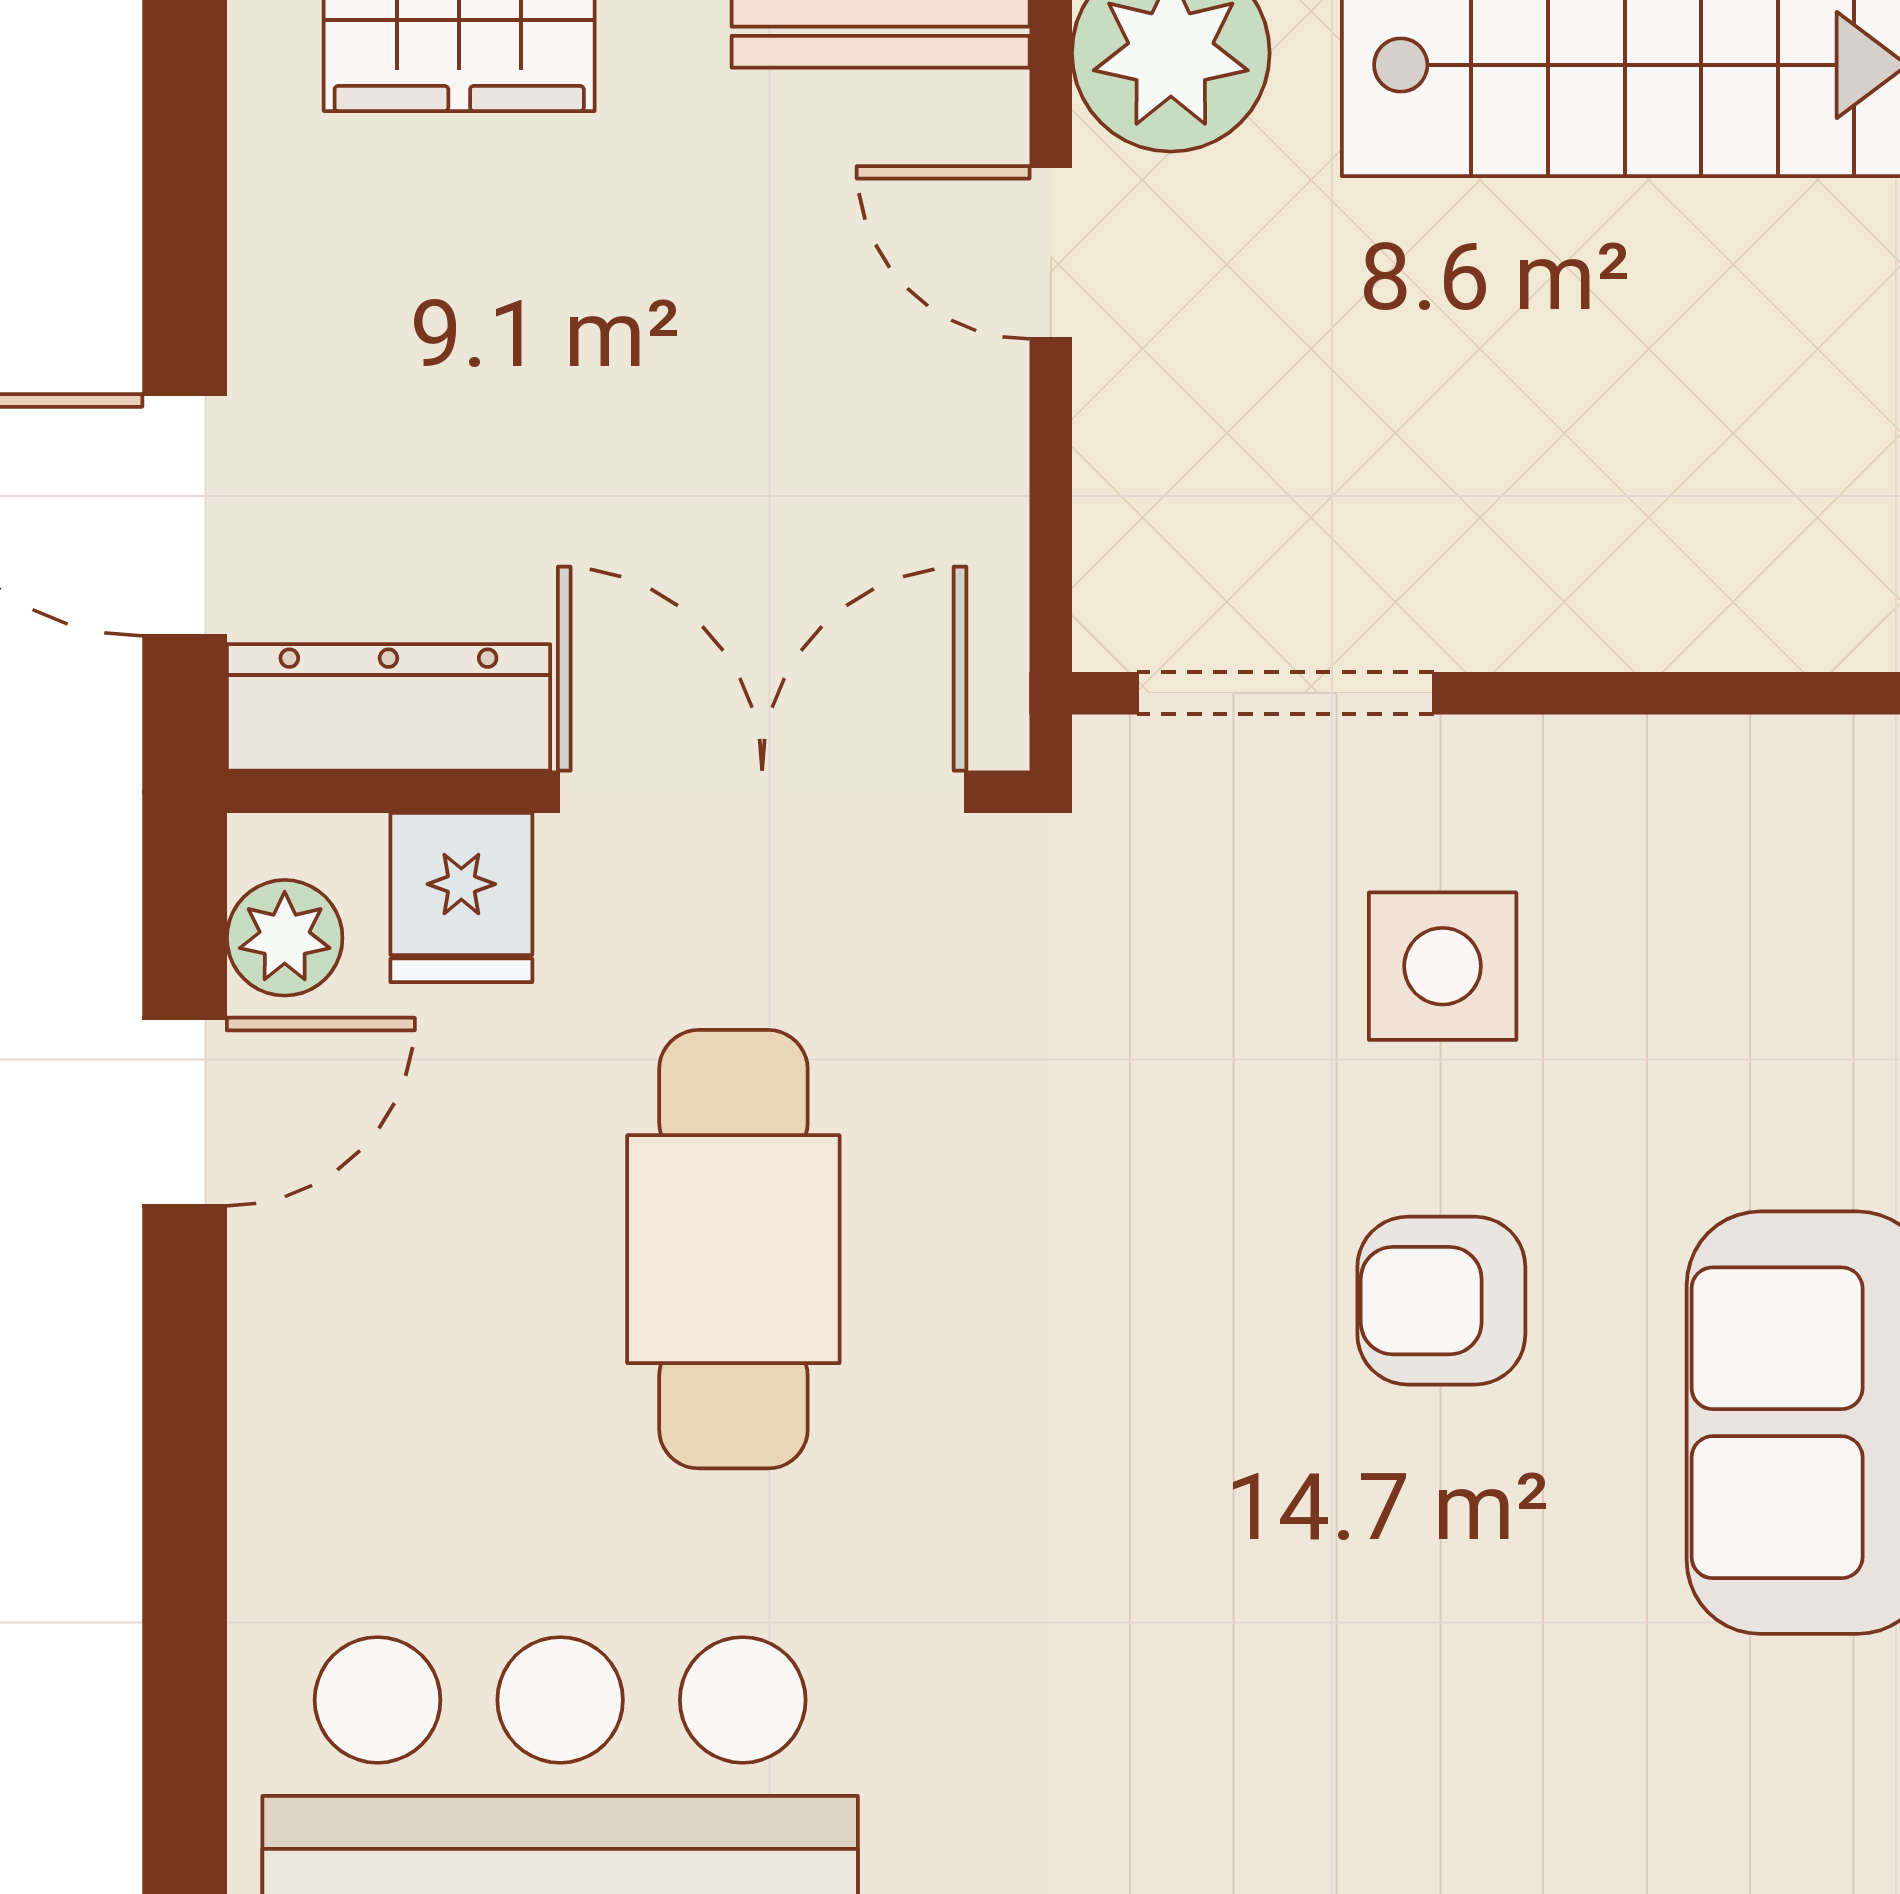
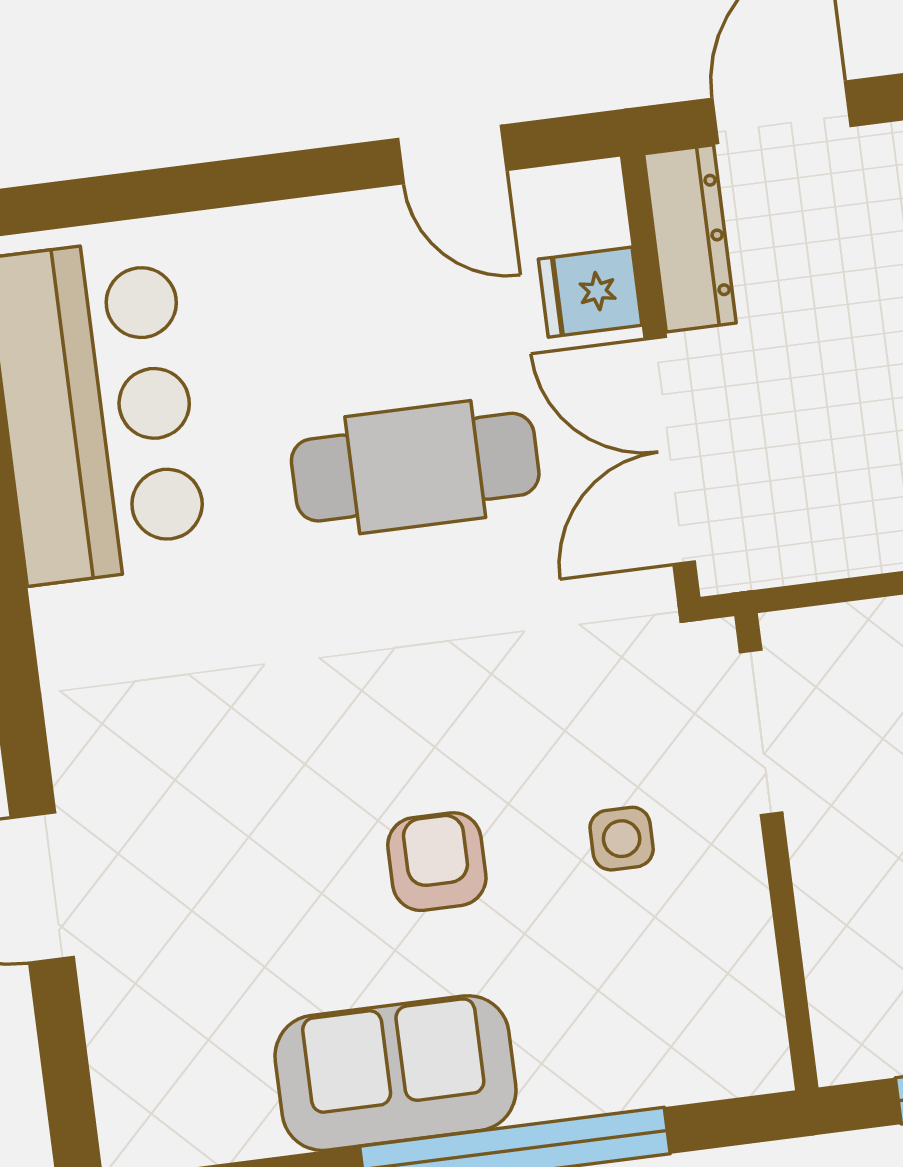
double door: (762, 792) -> (670, 451), swing flipped
plant: (285, 938) -> (555, 197), removed
side table: (1443, 966) -> (622, 839), width x0.73, depth x0.73

